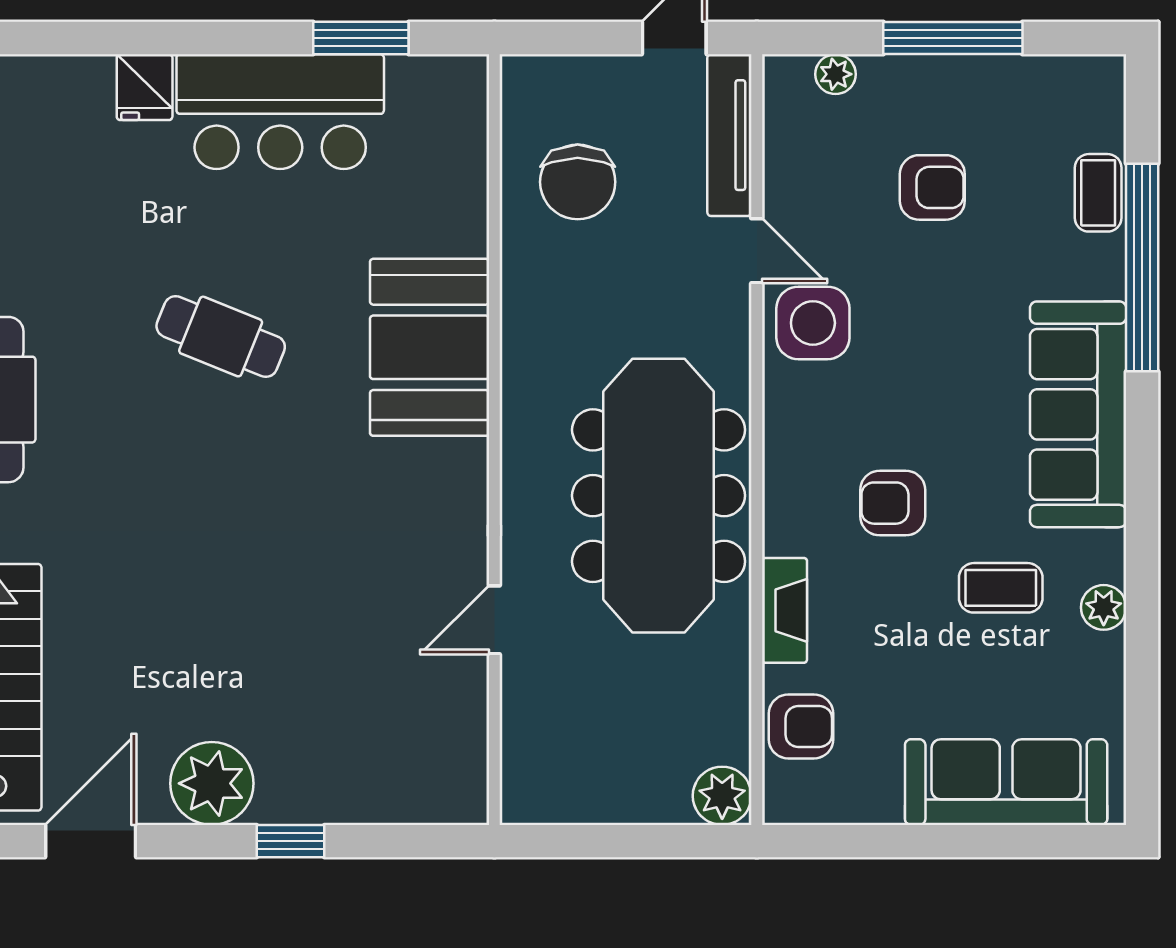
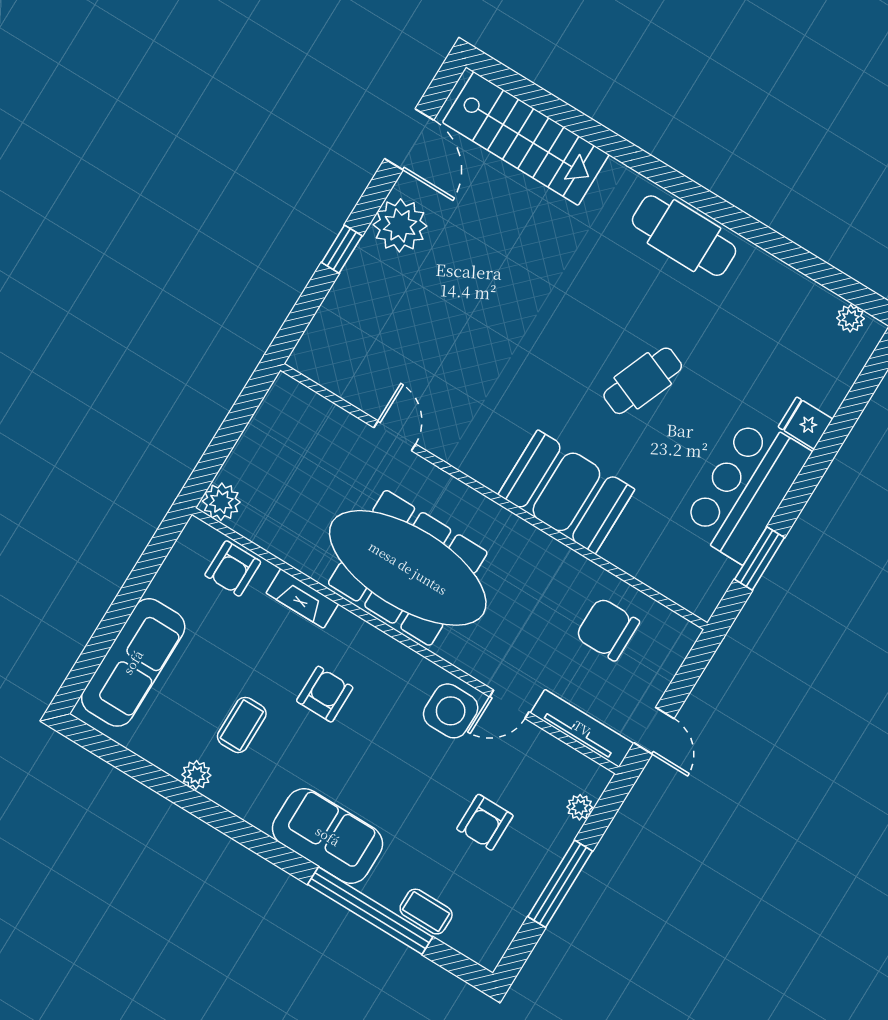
sofa: (1078, 414) -> (328, 836), width x0.73

